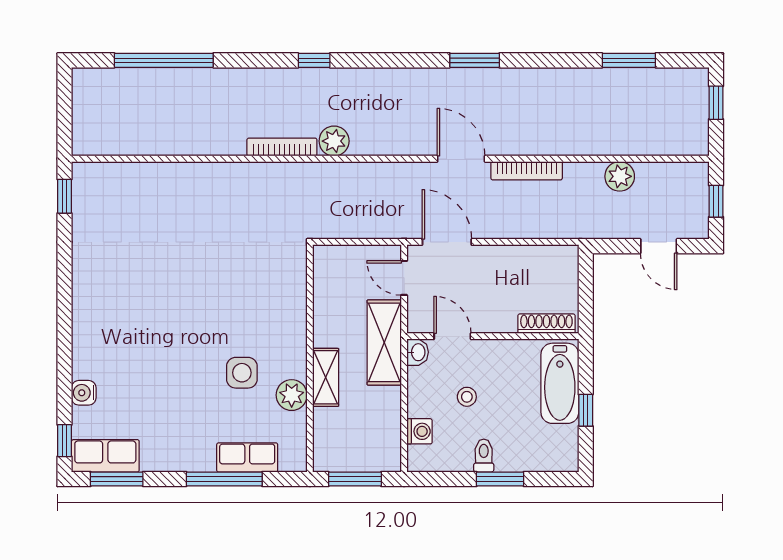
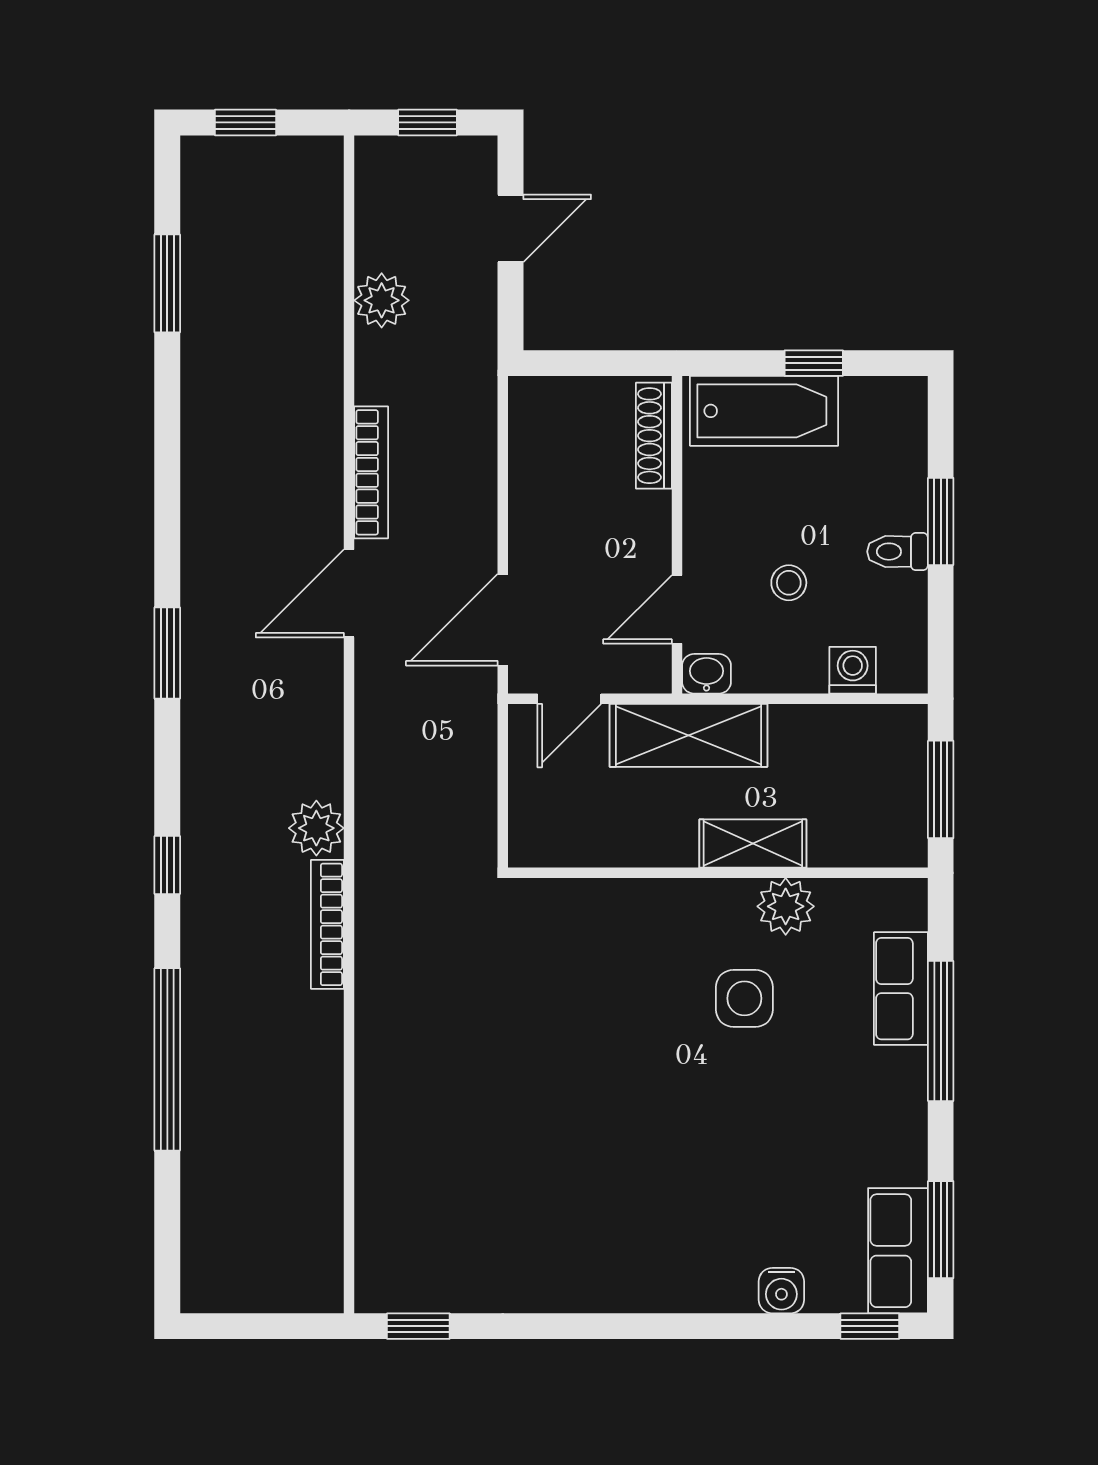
window: (164, 60) -> (167, 1059), moved
window: (475, 60) -> (167, 653), moved

